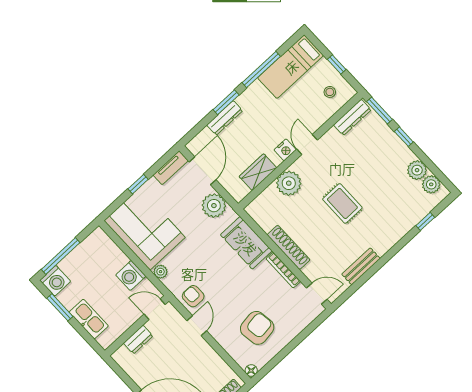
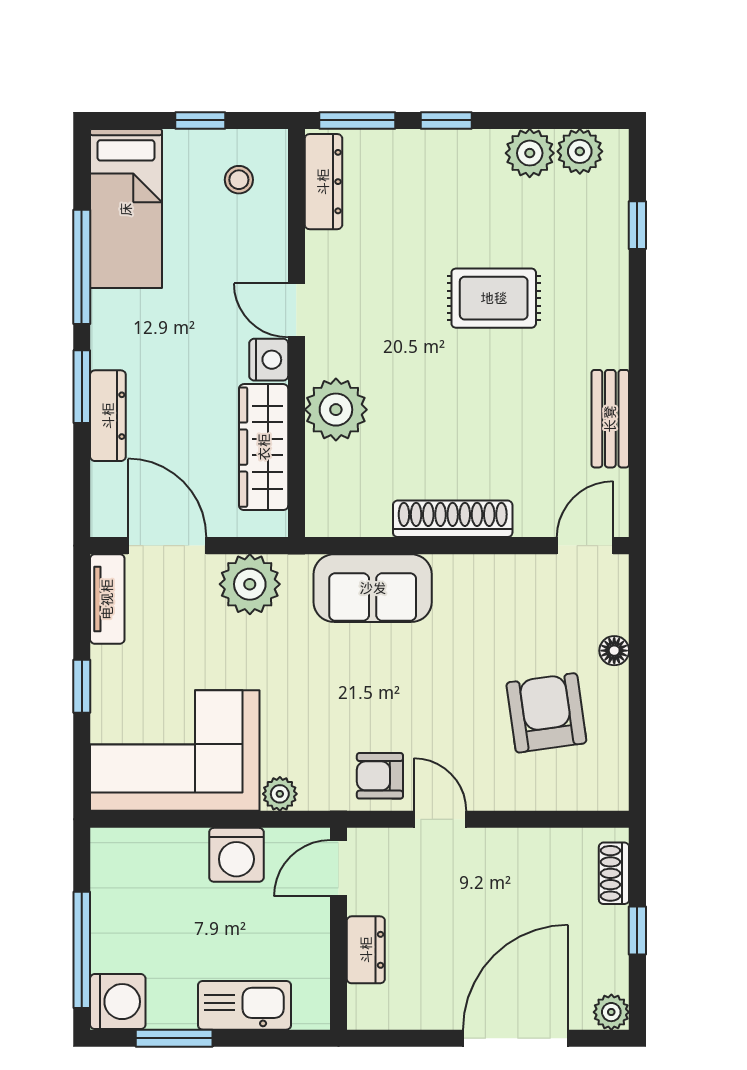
wardrobe: (258, 172) -> (264, 447), width x1.50
rug: (342, 203) -> (494, 298), moved
bookcase: (283, 270) -> (485, 567), removed
floor lamp: (251, 371) -> (614, 651), moved

